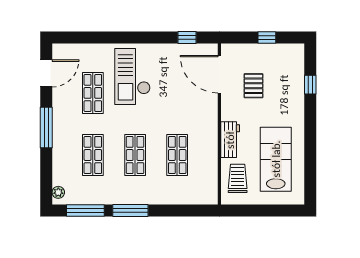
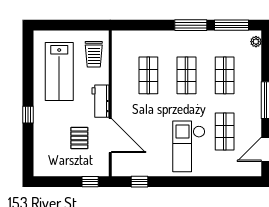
window: (267, 37) -> (90, 182), moved
door: (219, 74) -> (110, 136), moved
checkout: (133, 77) -> (189, 146), turned 180
window: (310, 85) -> (28, 115), moved
workbench: (230, 140) -> (100, 101), moved

